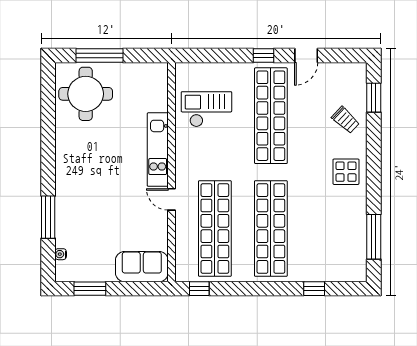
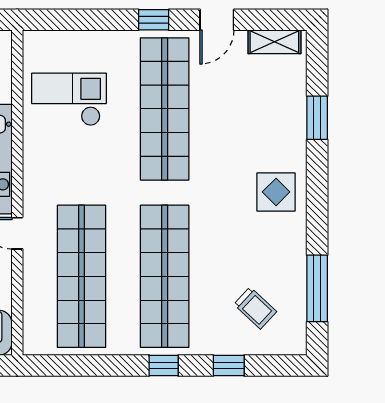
shelving: (345, 70) -> (274, 42), added
window: (374, 98) -> (317, 118), moved
trolley: (346, 120) -> (255, 308), moved
window: (199, 289) -> (164, 365), moved

